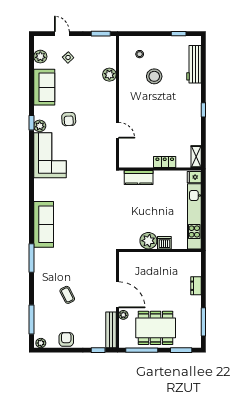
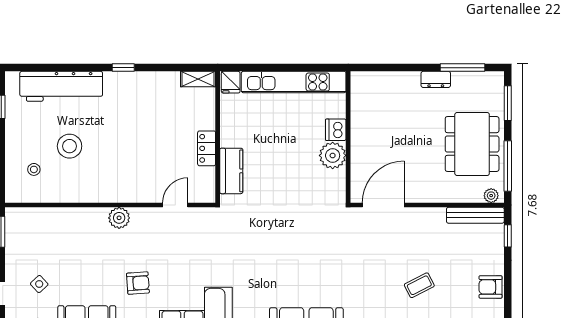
workbench: (194, 64) -> (61, 86), width x1.36, depth x1.32
plant: (109, 75) -> (119, 218), moved
door: (117, 130) -> (175, 205), moved
locker: (165, 162) -> (207, 148), moved
dresser: (196, 286) -> (436, 79), moved
door: (117, 295) -> (383, 205), moved
plant: (123, 315) -> (491, 196), moved

